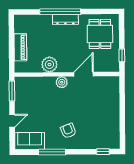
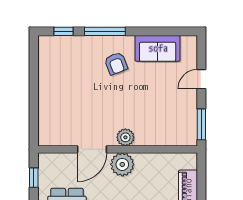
plant: (49, 64) -> (122, 164), moved
sofa: (30, 141) -> (158, 48), moved
window: (52, 152) -> (105, 31), moved

